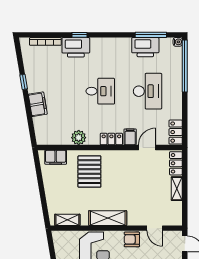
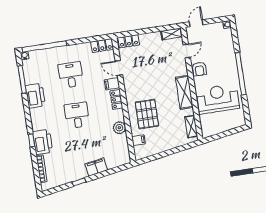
printer: (145, 47) -> (35, 96), moved
desk: (148, 91) -> (71, 75), width x0.73
filing cabinet: (56, 157) -> (138, 140), width x0.50
pallet: (89, 172) -> (147, 114), turned 90
shelving: (177, 189) -> (172, 34), moved

